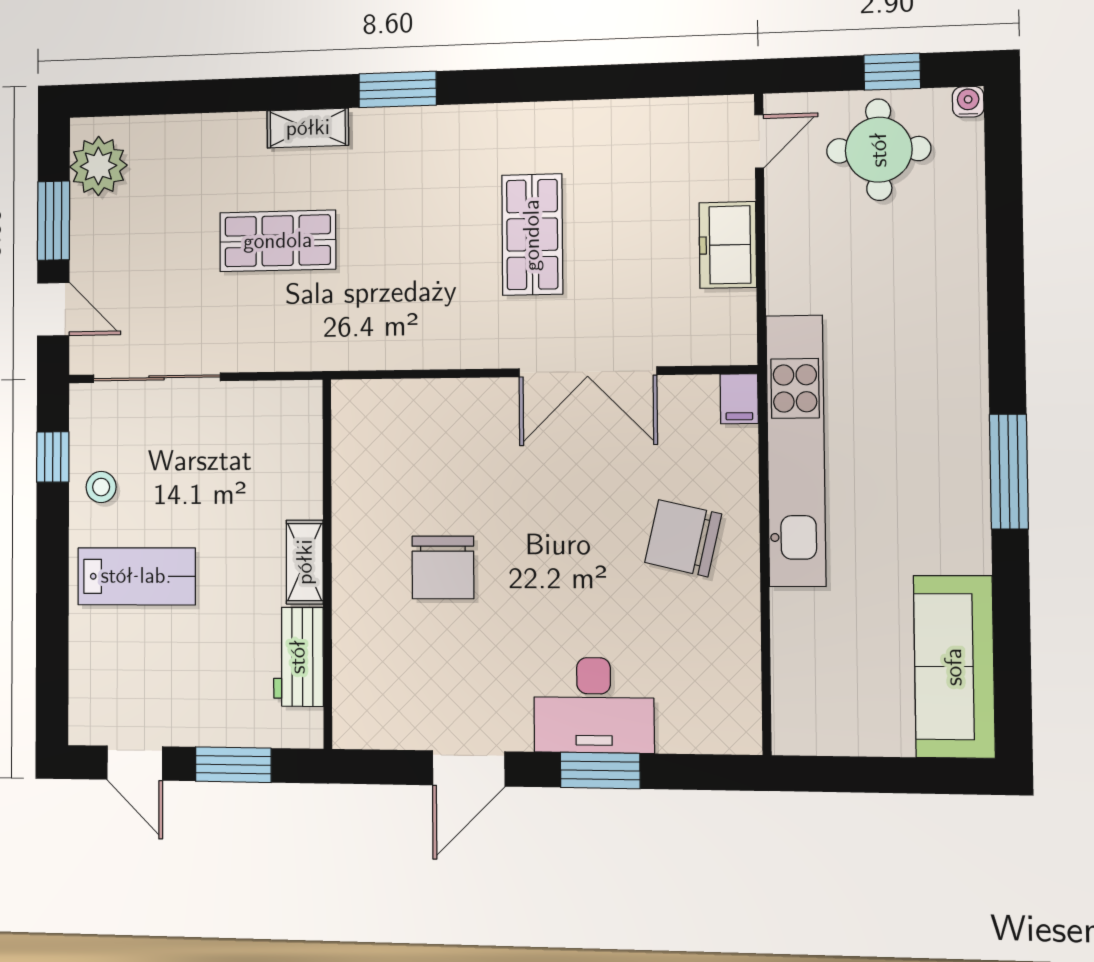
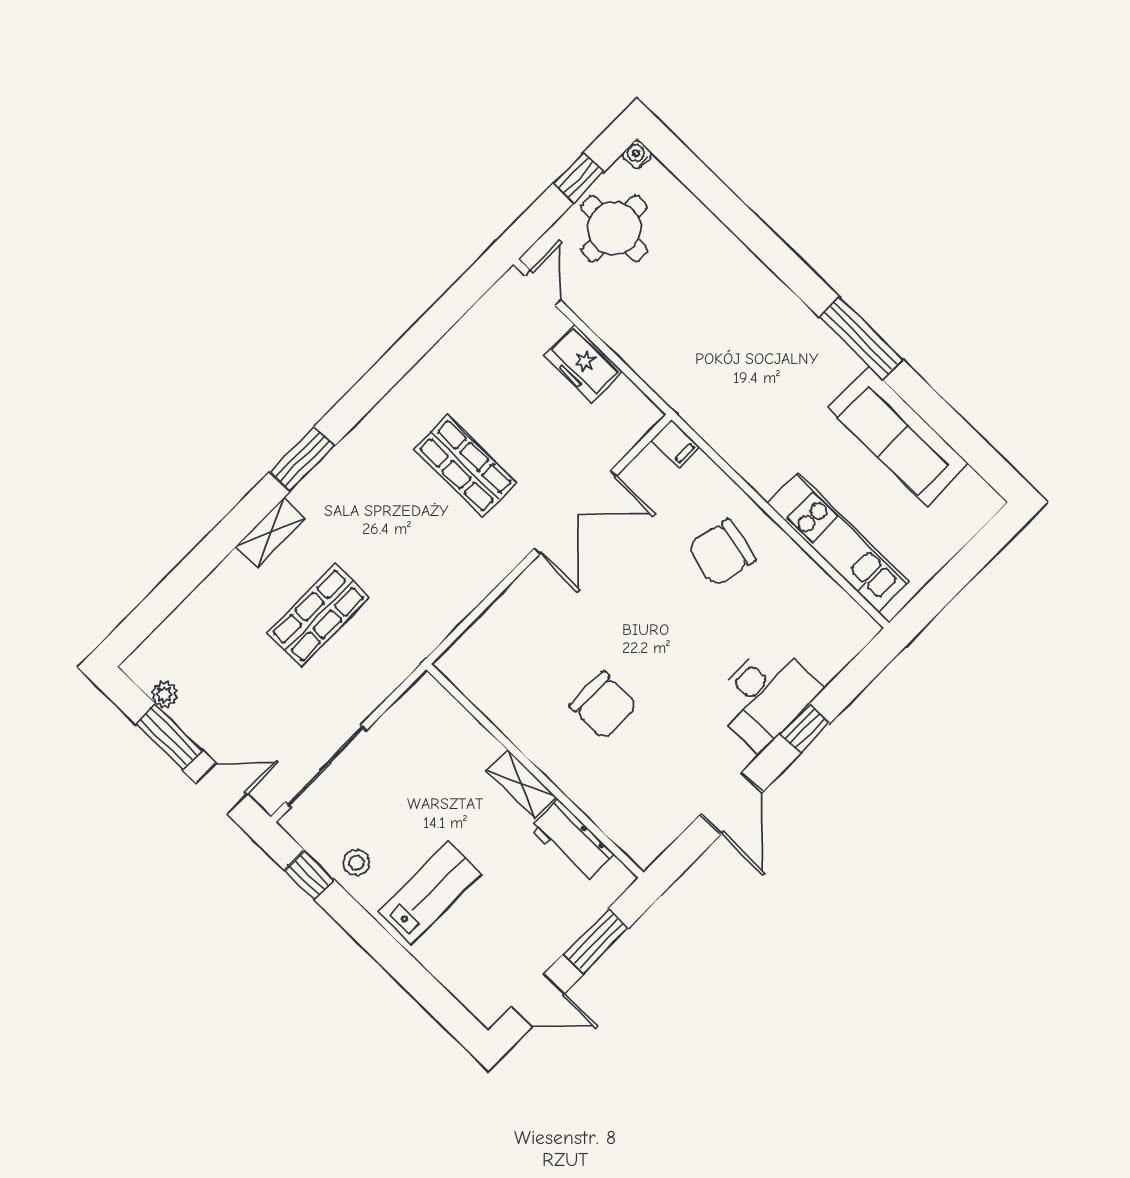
plant: (98, 166) -> (164, 694), width x0.53, depth x0.53
kitchen unit: (796, 451) -> (838, 542), moved, width x0.73
sofa: (954, 667) -> (898, 436), moved
window: (600, 770) -> (805, 728), width x0.67

